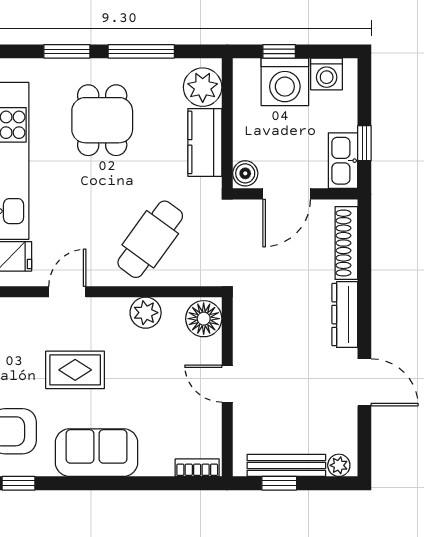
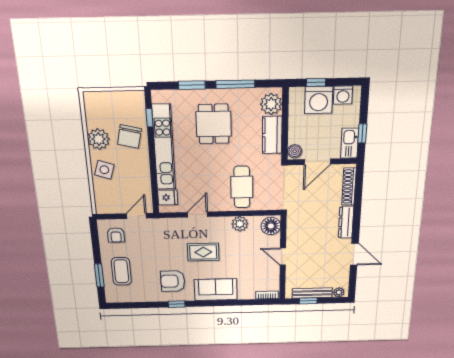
cafe table: (150, 239) -> (242, 187), turned -36

